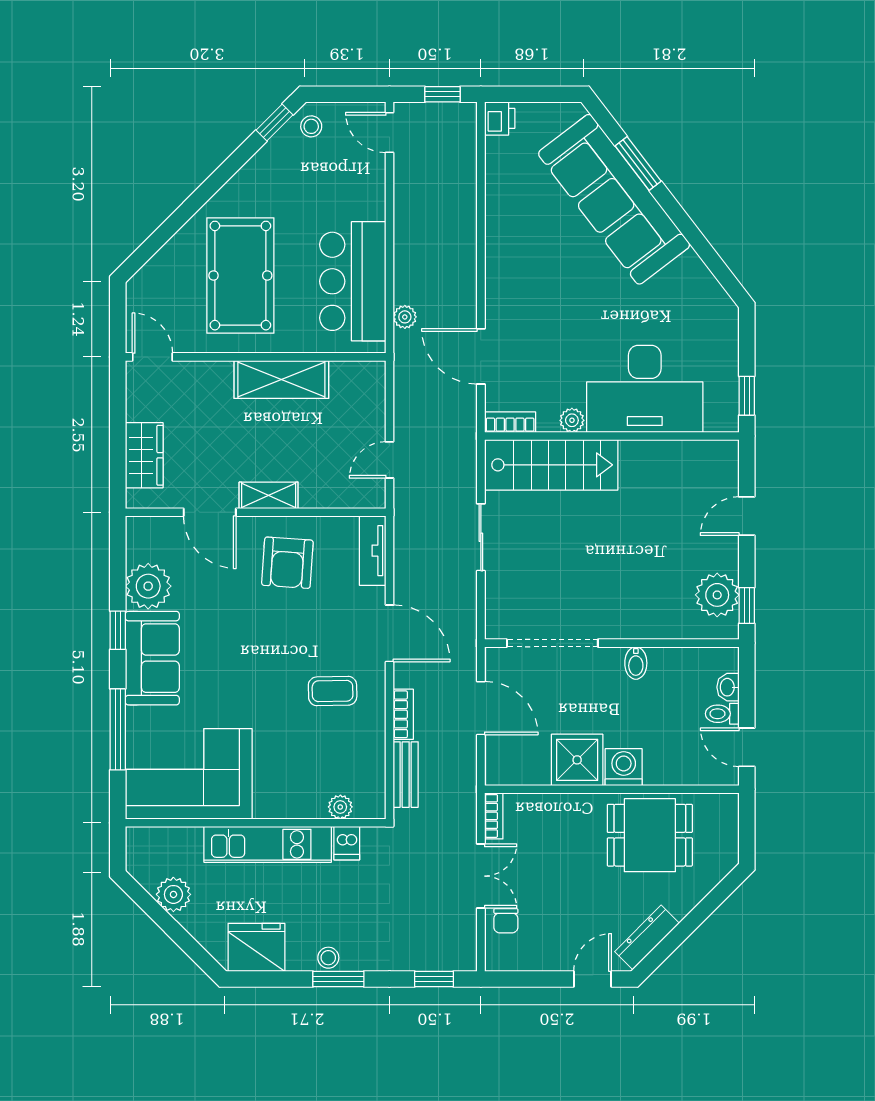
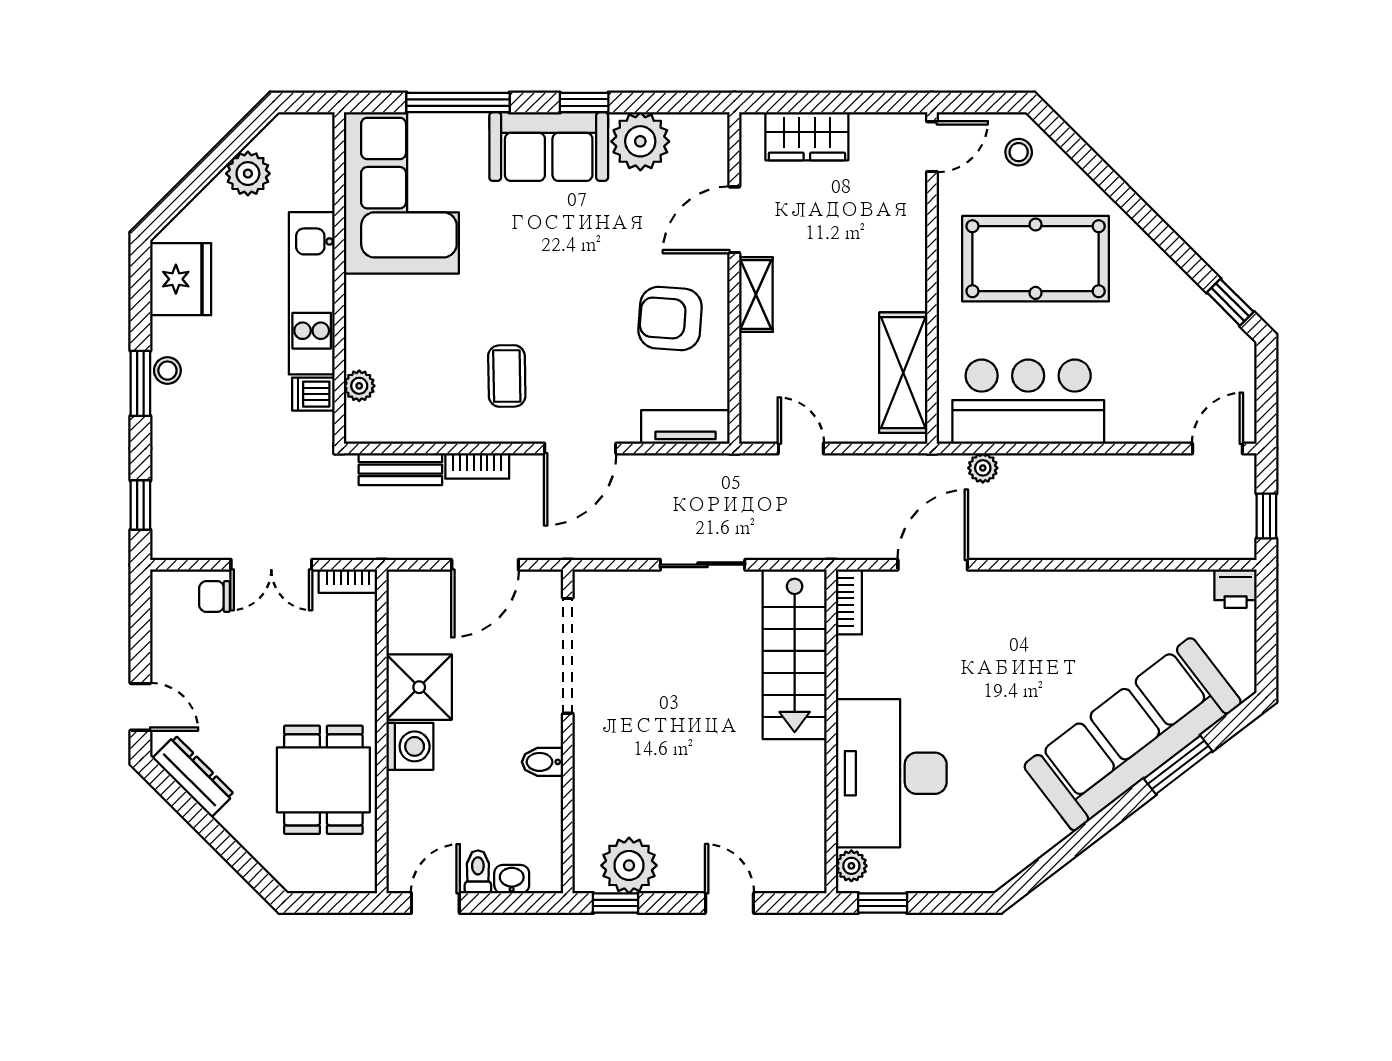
stool: (311, 126) -> (1019, 152), moved
shelving: (281, 379) -> (903, 373), moved
plant: (572, 420) -> (851, 866), moved

